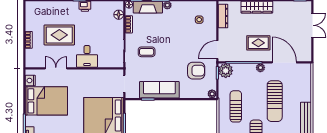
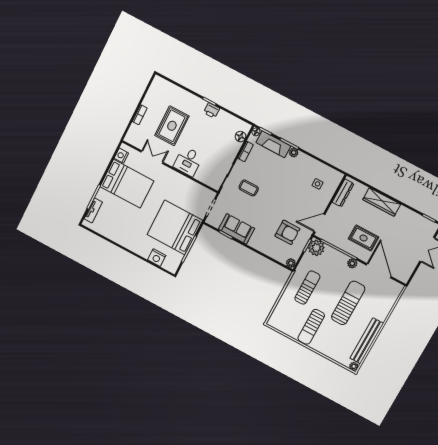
rug: (59, 35) -> (172, 126), turned 90
sofa: (159, 90) -> (237, 229), width x0.73
sun lounger: (275, 101) -> (348, 303), turned 180

